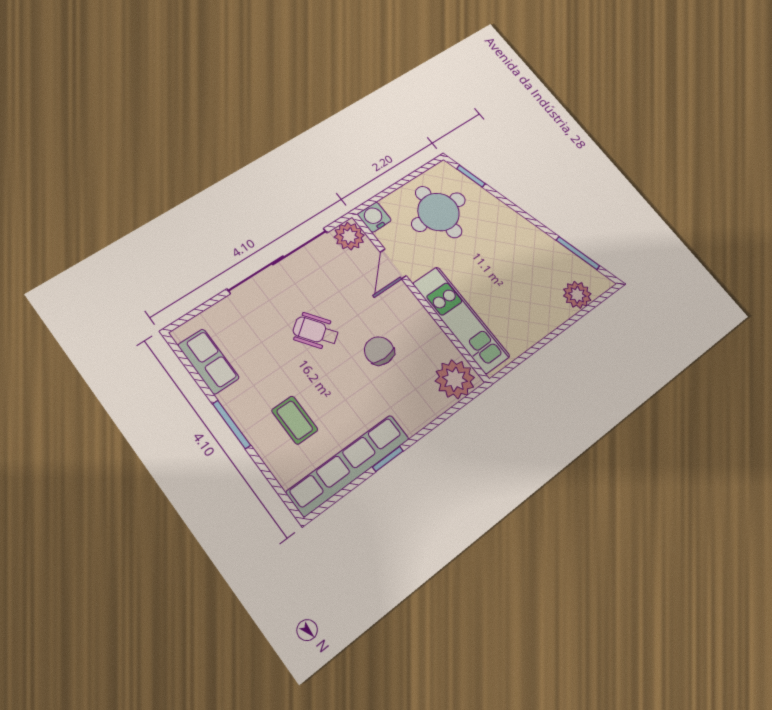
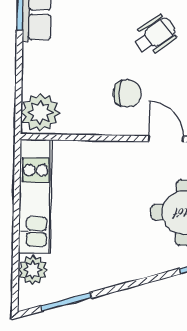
kitchen unit: (461, 320) -> (35, 196), moved, turned -90
chair: (379, 351) -> (127, 93), moved

